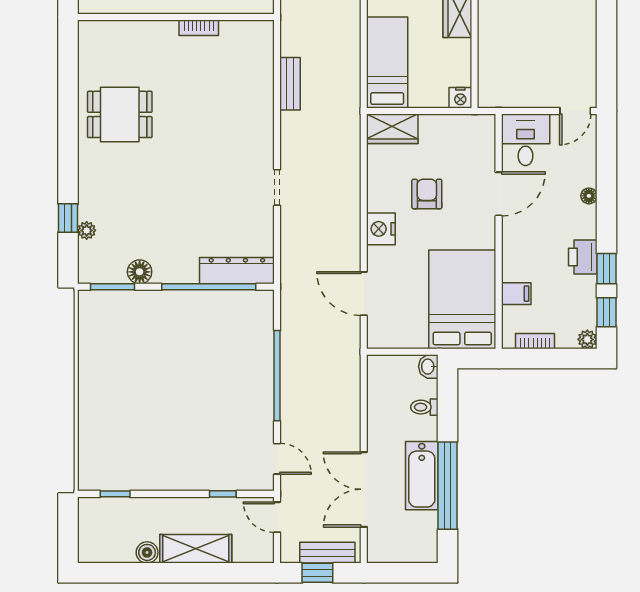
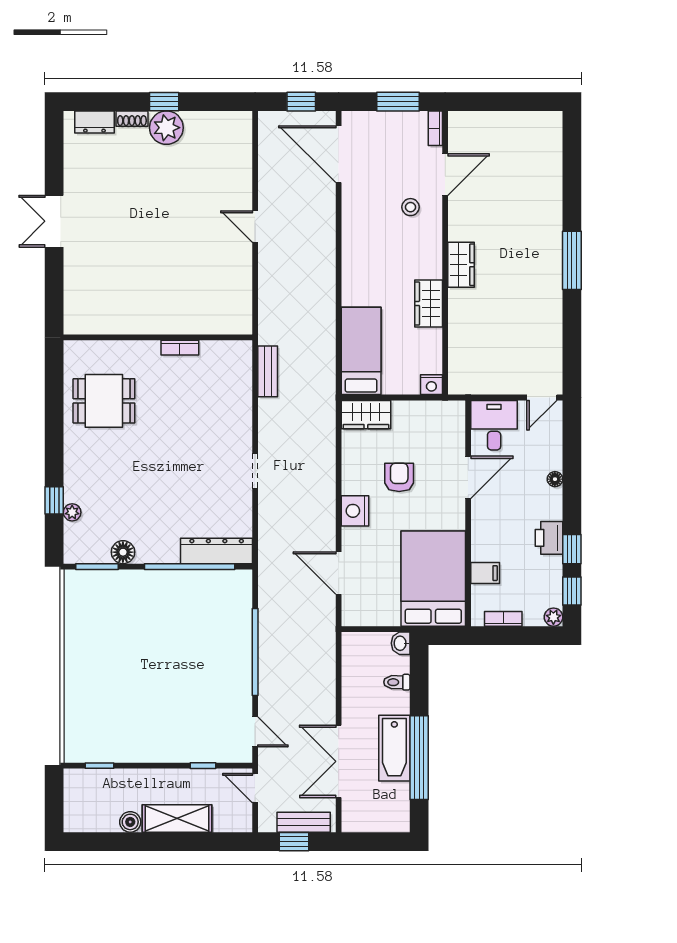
wall: (176, 17) -> (158, 337), moved
bookcase: (199, 28) -> (180, 348), moved

